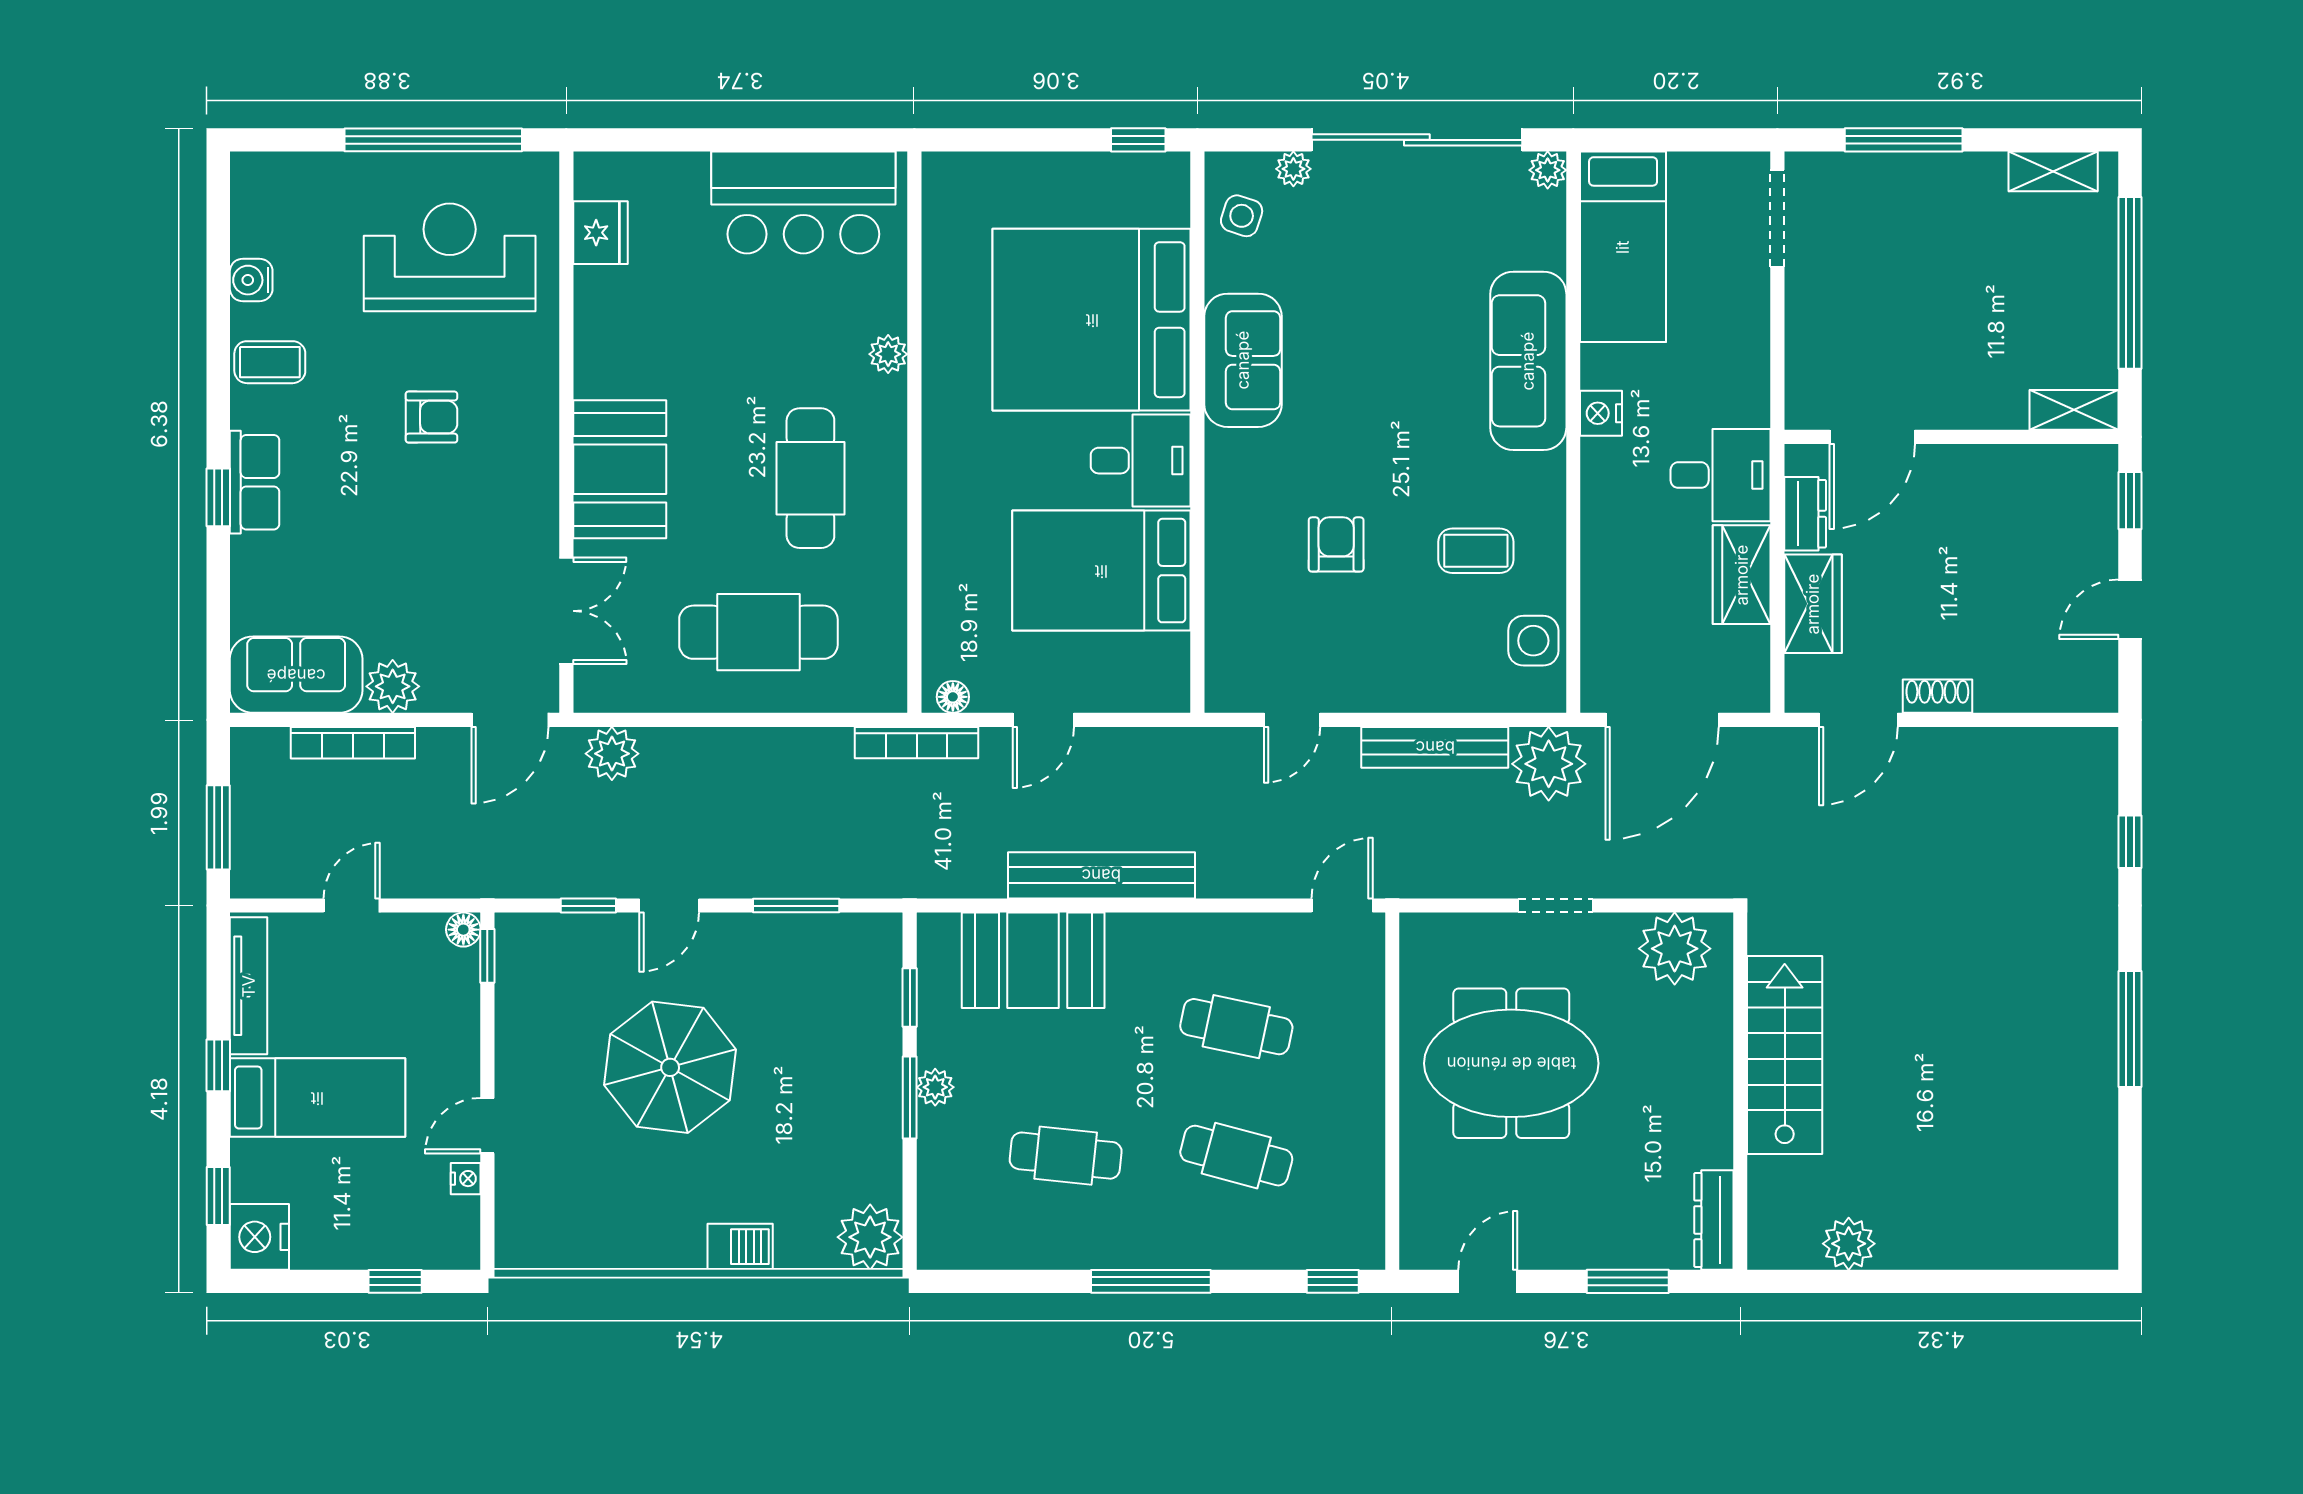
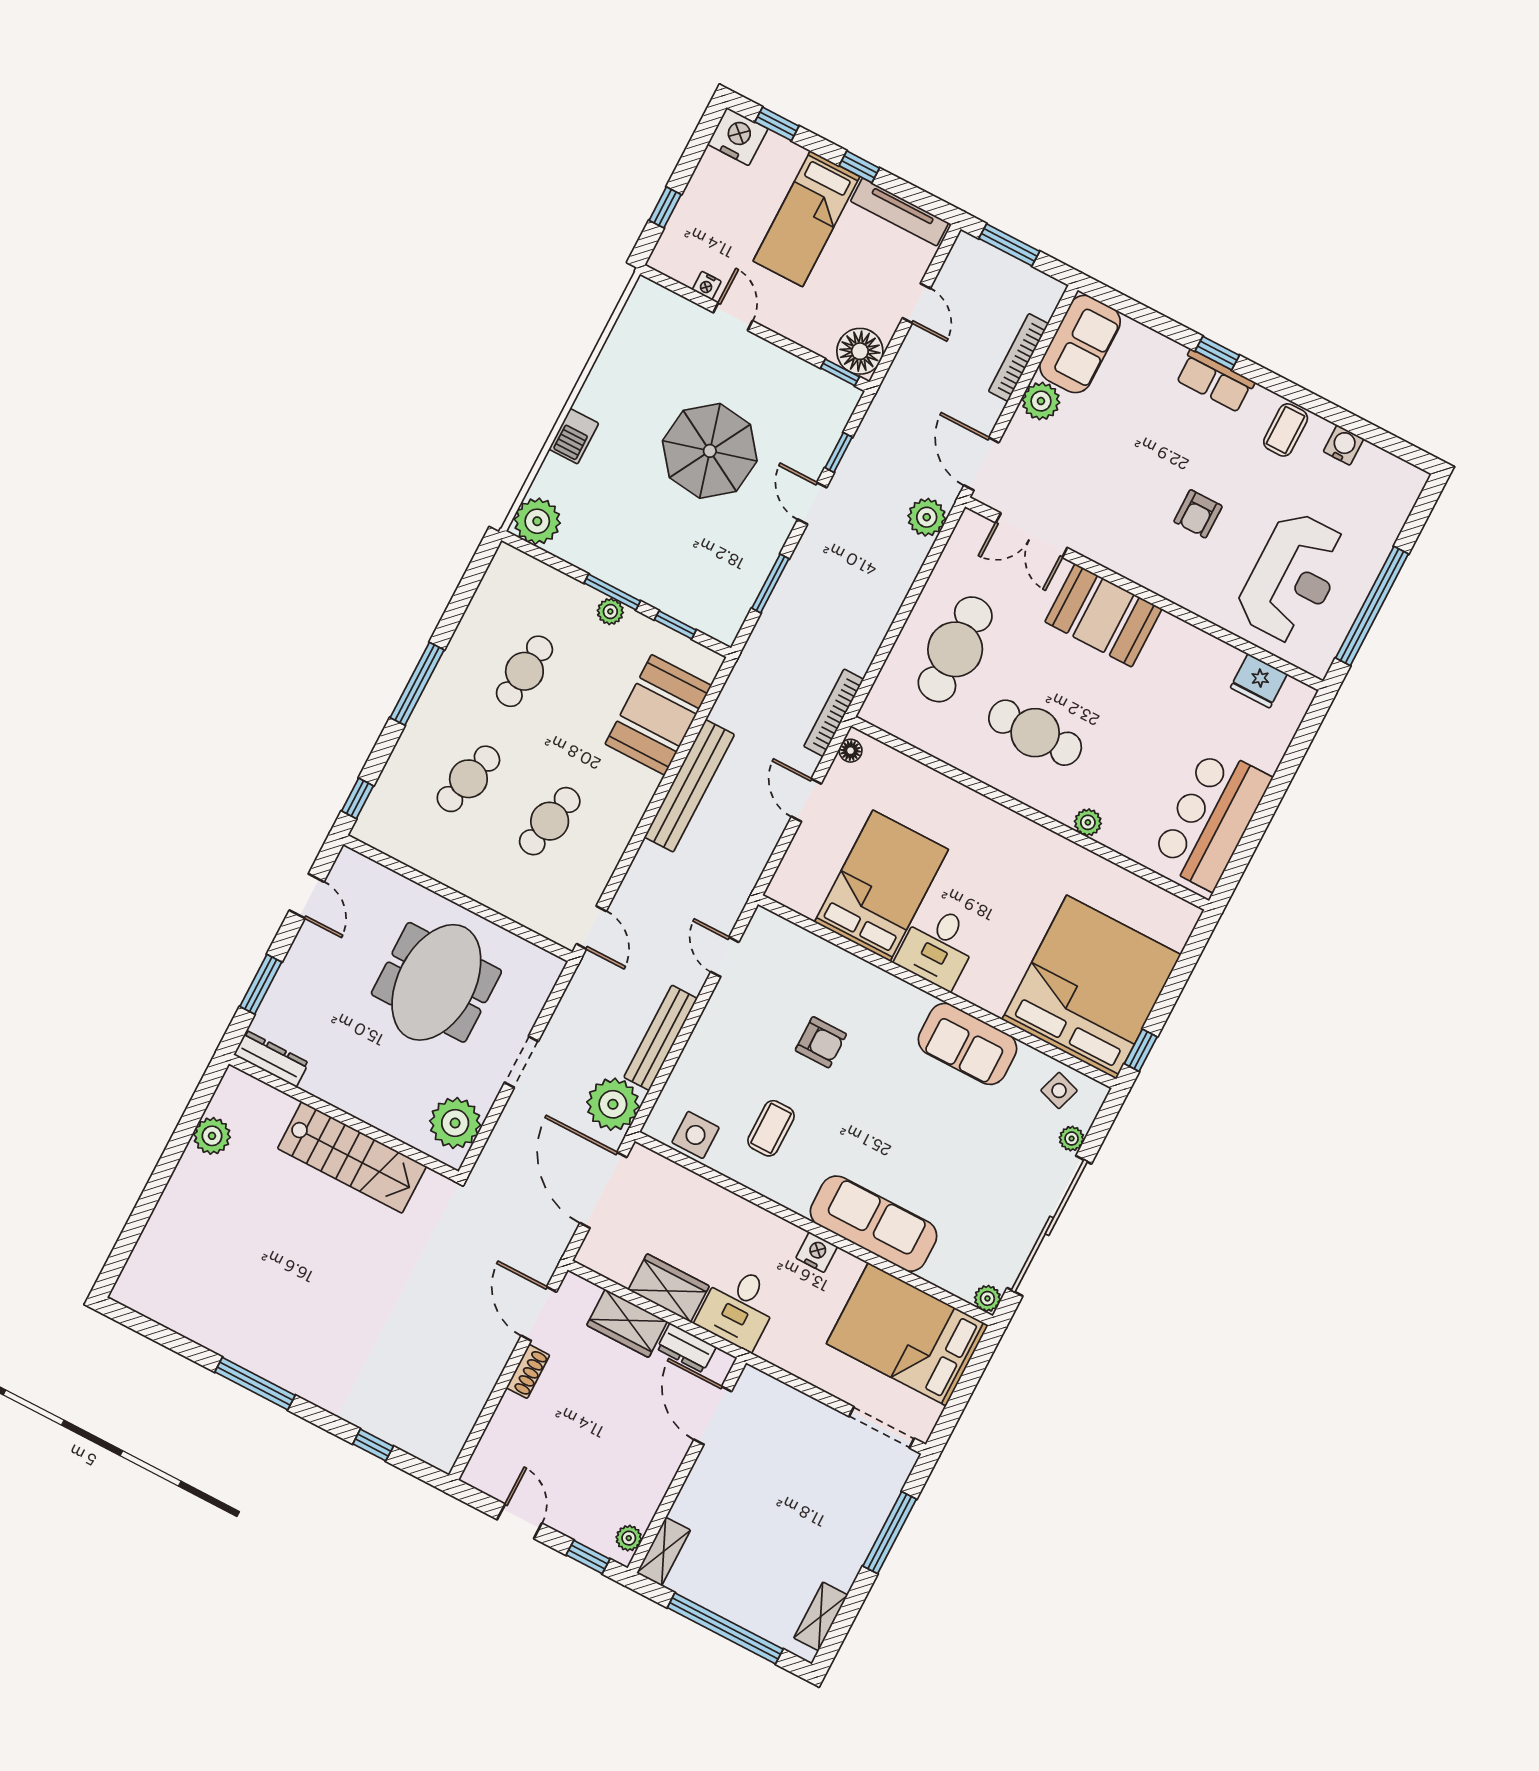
bed: (1623, 247) -> (907, 1334), width x1.50
bed: (1092, 320) -> (1091, 987), moved
plant: (2080, 462) -> (629, 1538), added
floor lamp: (463, 930) -> (860, 351), width x1.89, depth x1.89

